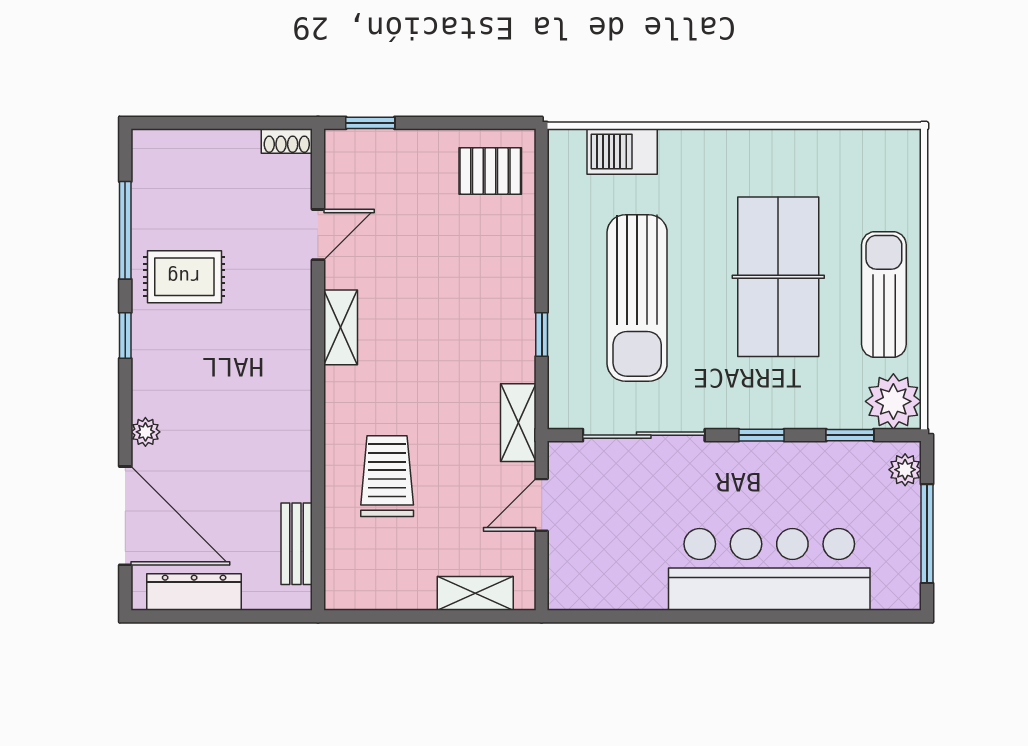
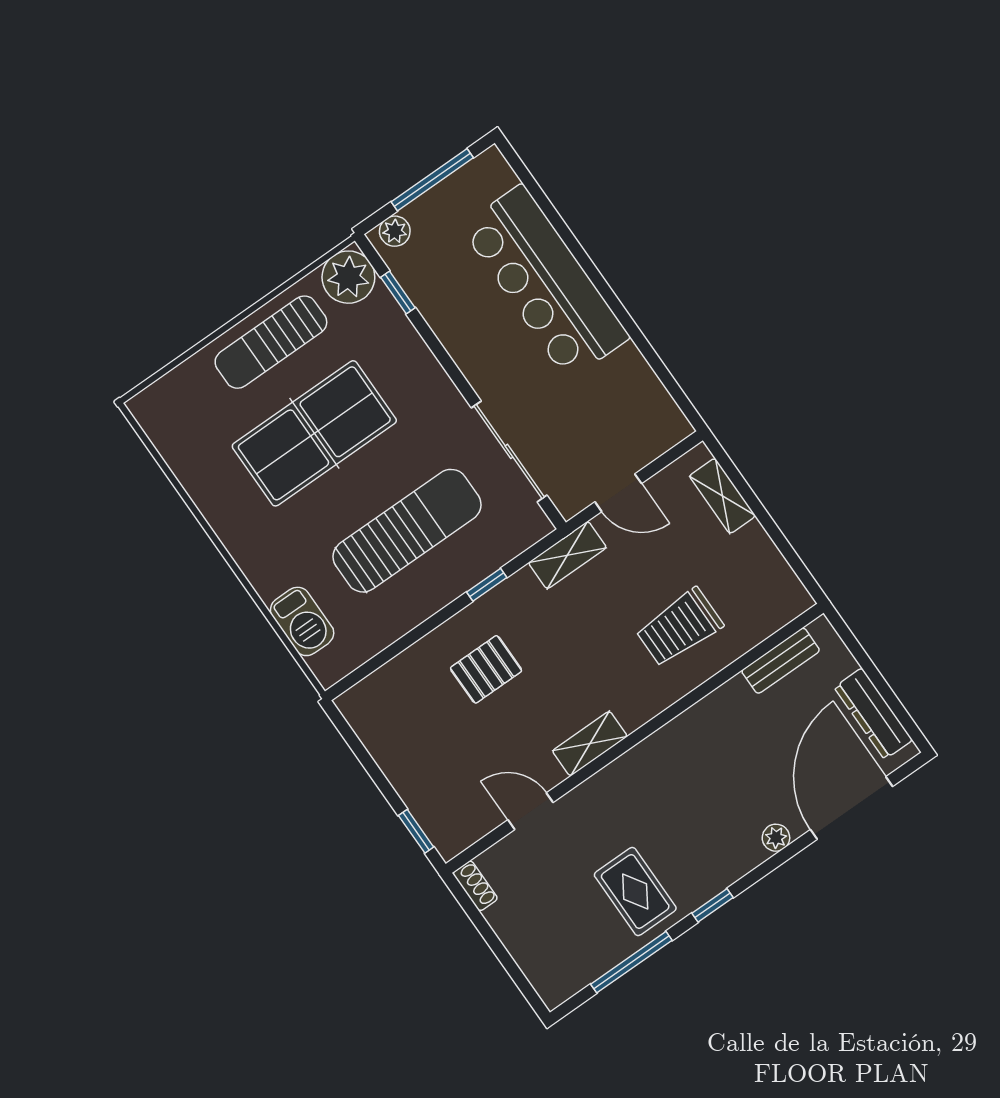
pallet: (490, 171) -> (486, 669), moved, turned 90
window: (761, 435) -> (446, 361), removed

